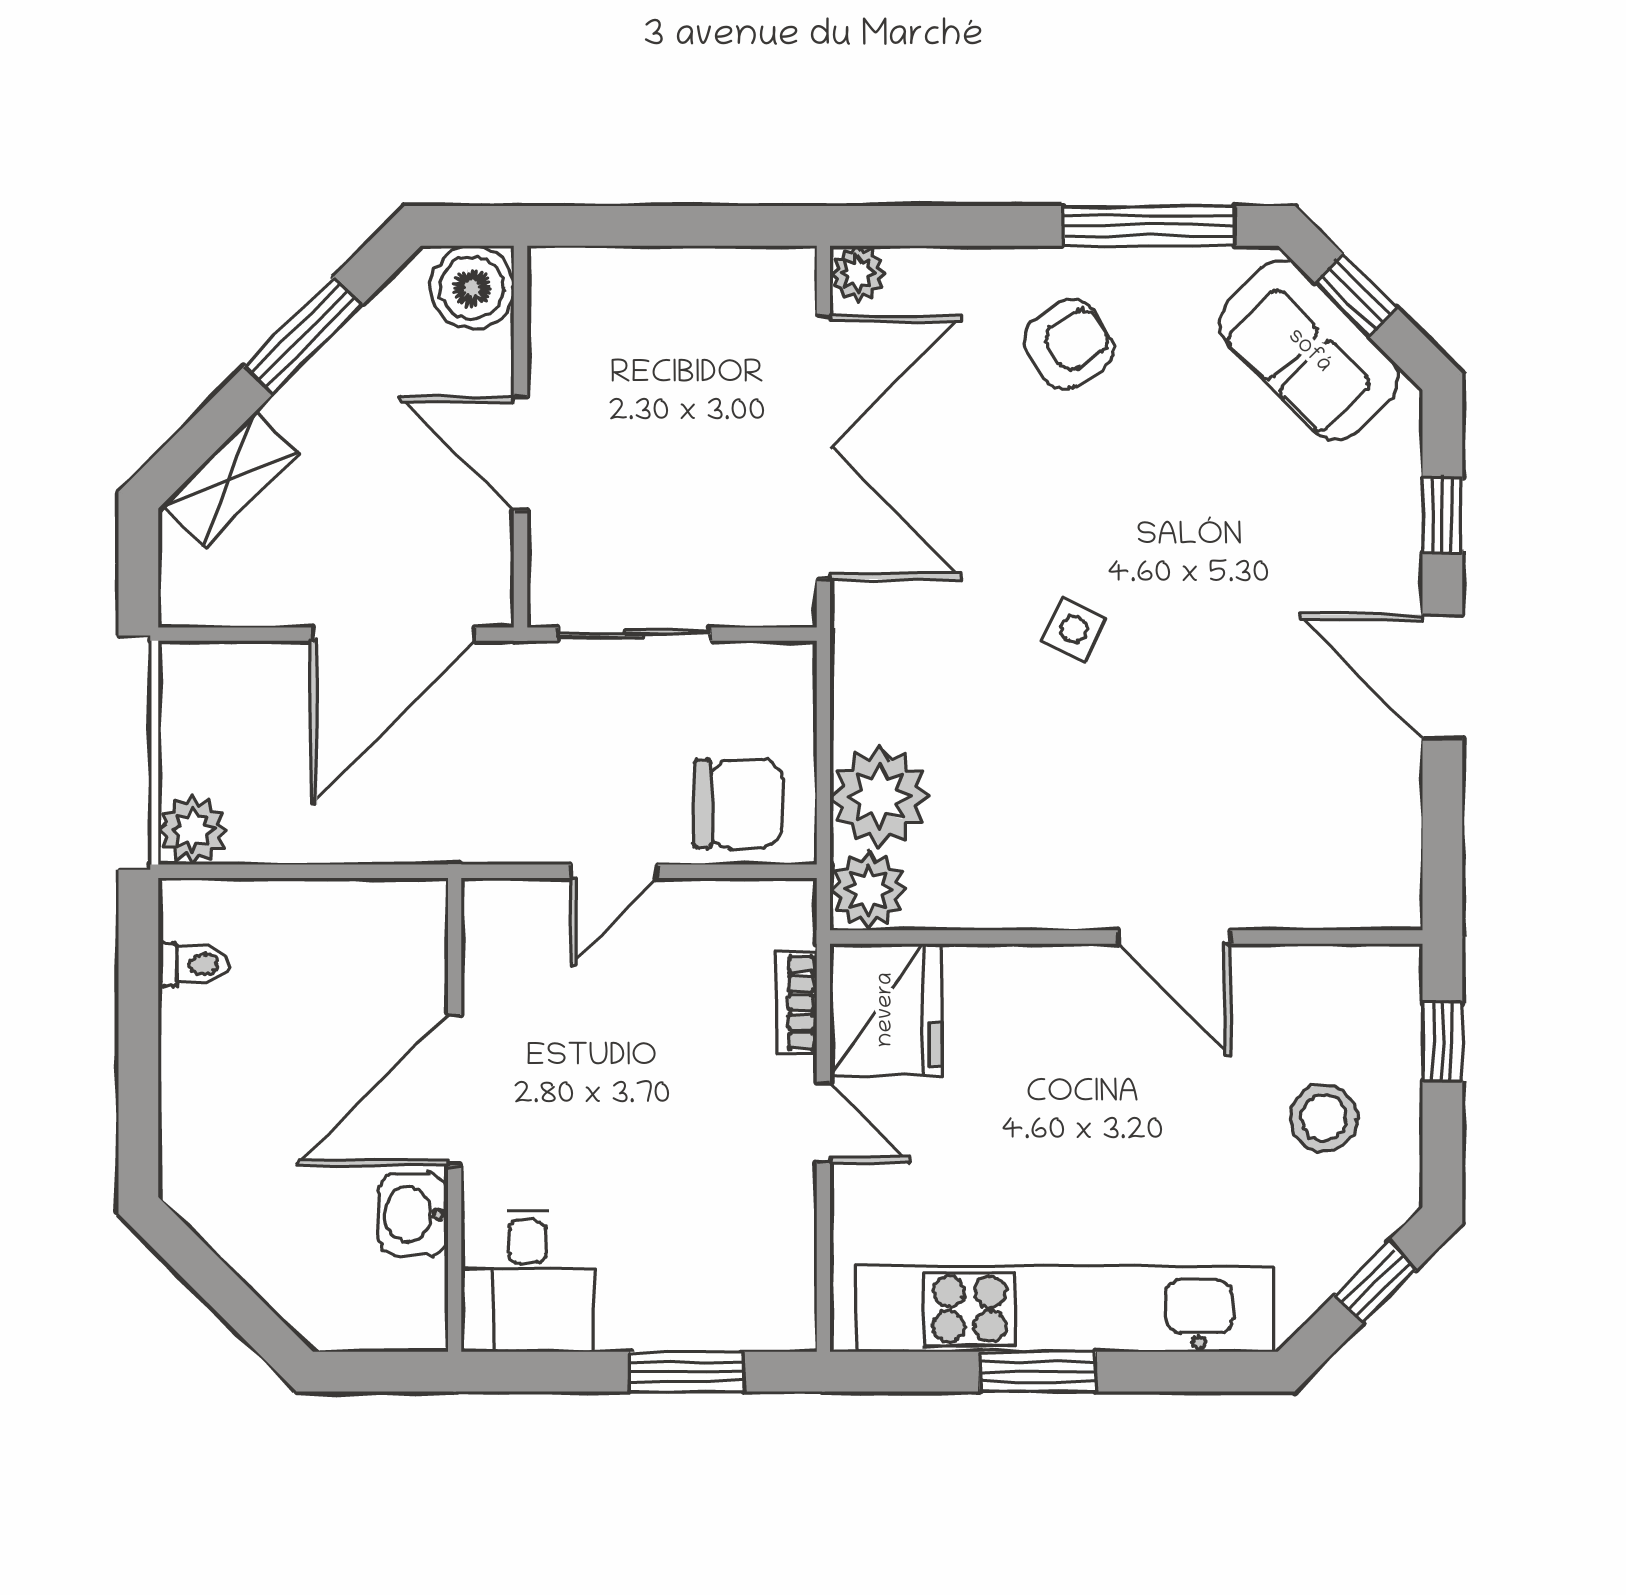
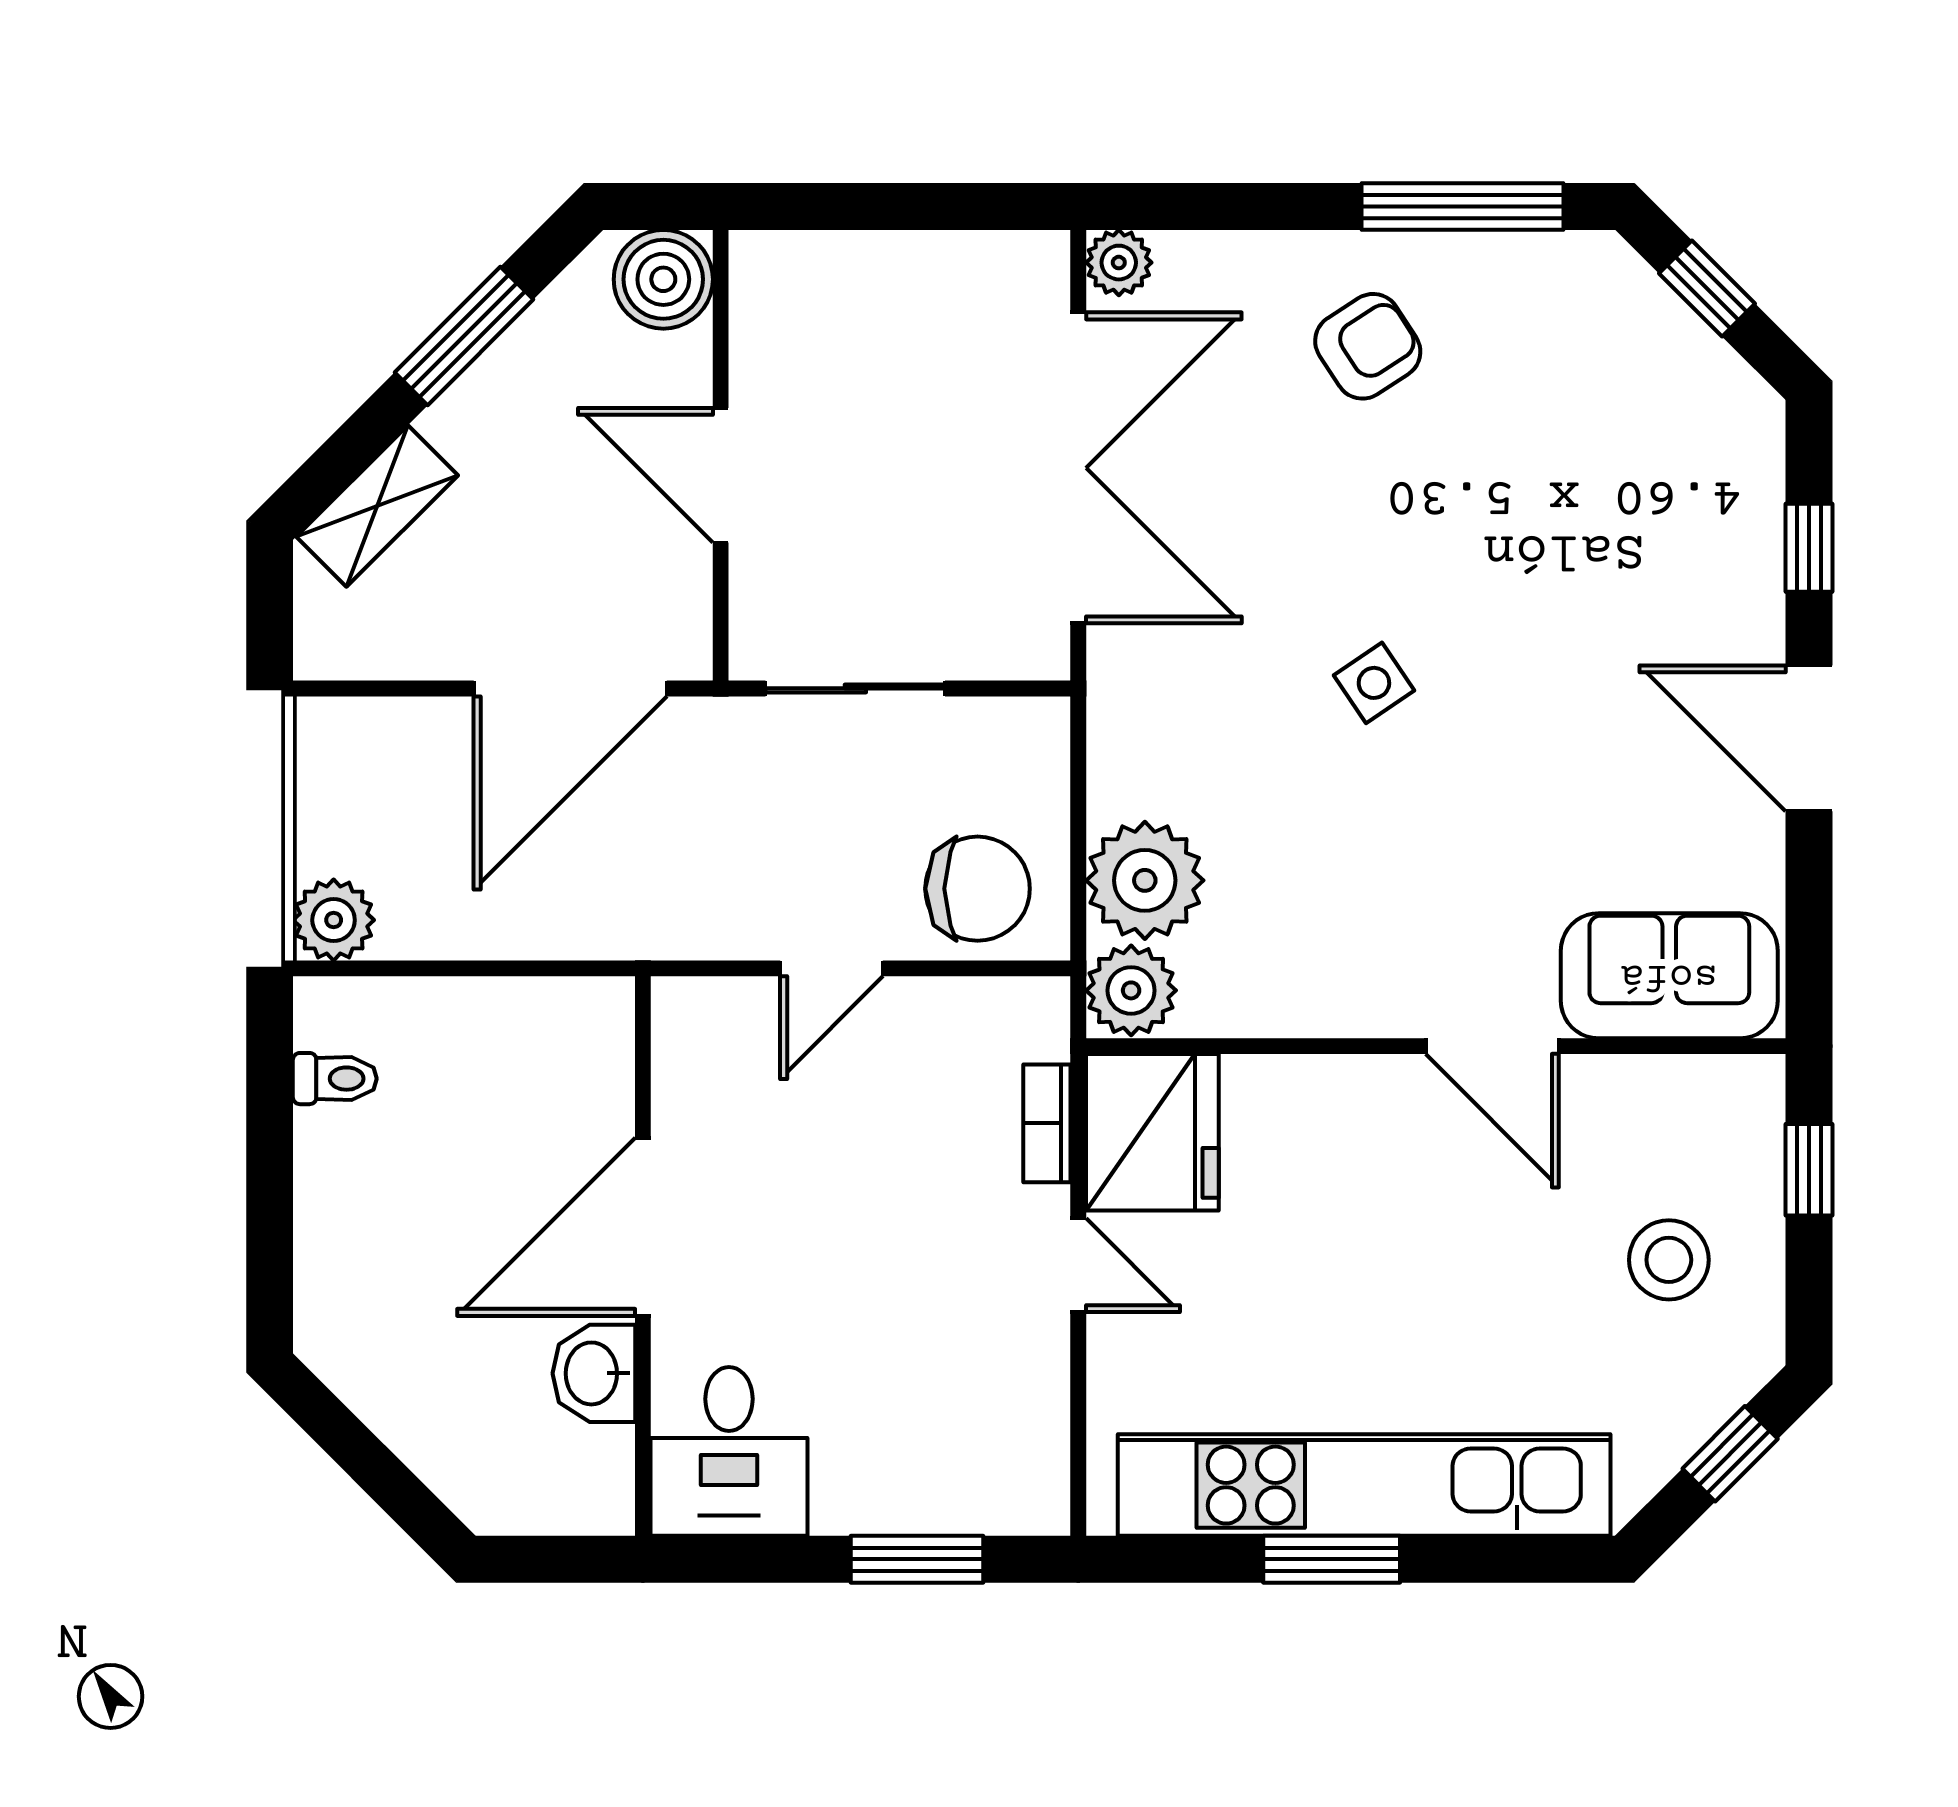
sofa: (1309, 351) -> (1669, 976), moved, turned 135
side table: (1074, 629) -> (1374, 683), turned 31

